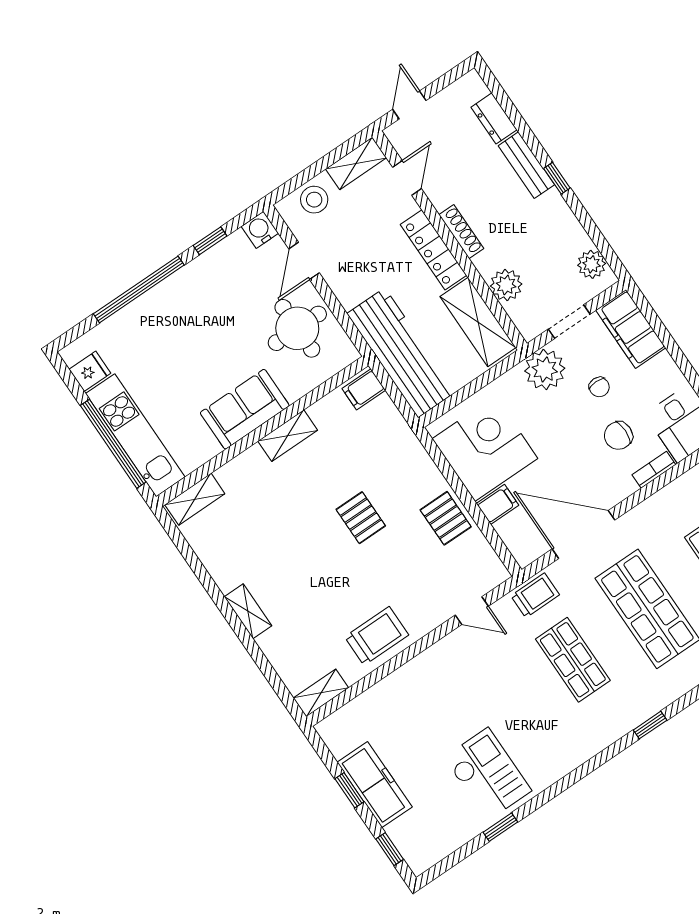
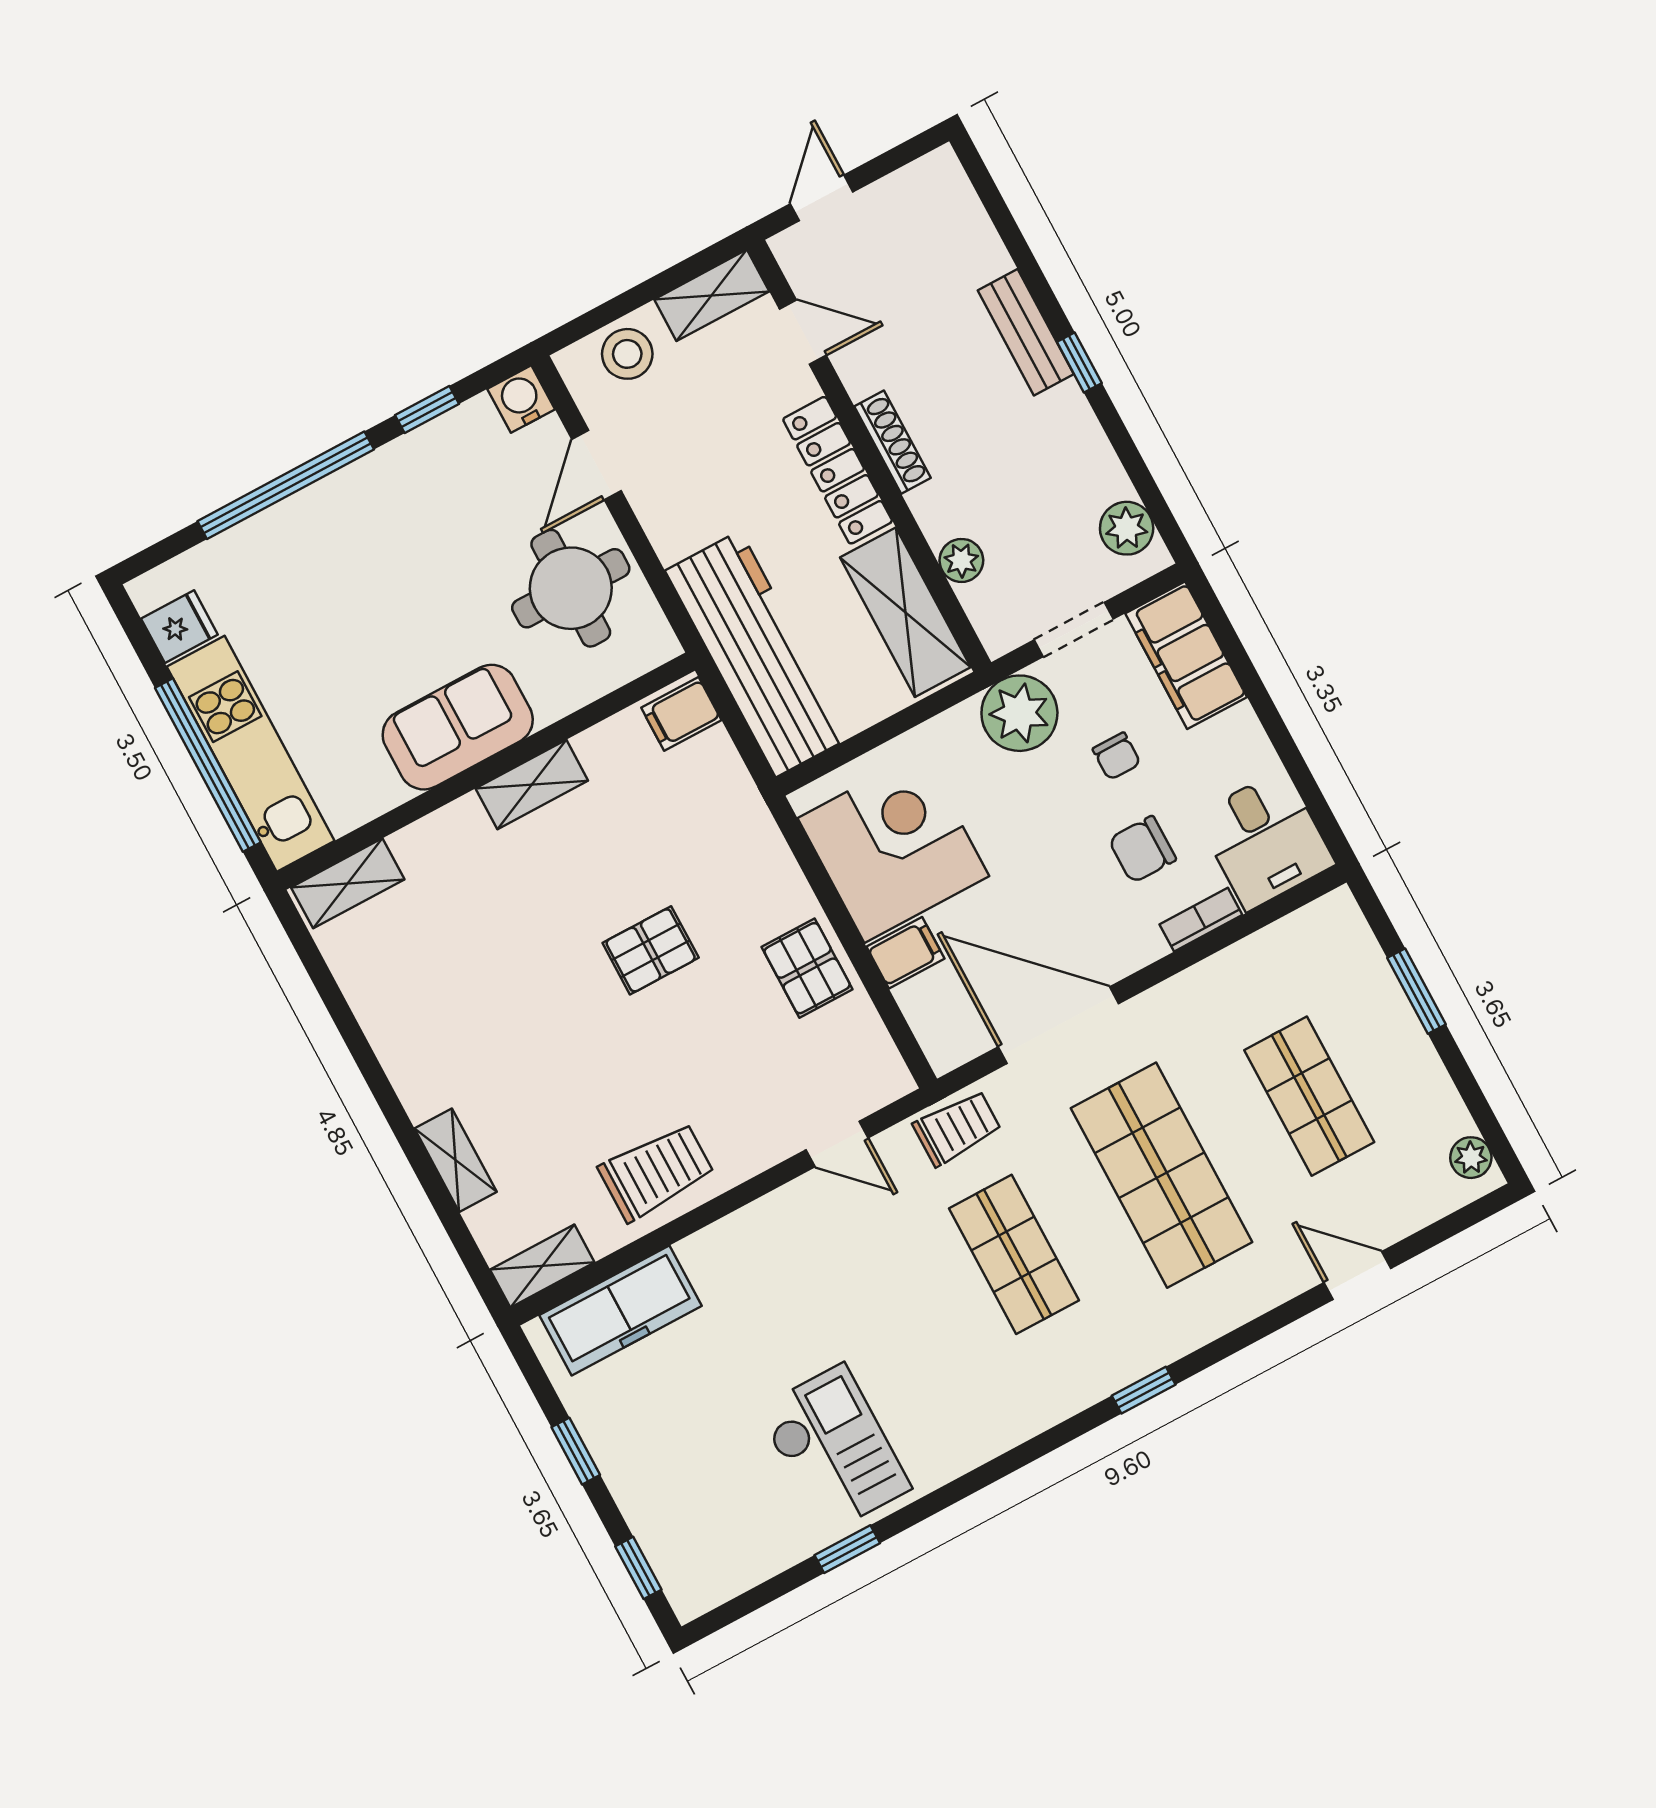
dresser: (494, 118) -> (975, 240), removed
door: (407, 178) -> (803, 332), hinge flipped
plant: (506, 285) -> (961, 560), width x0.73, depth x0.73
pallet: (361, 518) -> (651, 950), turned 90
shelving: (248, 611) -> (456, 1160), moved
freezer: (375, 785) -> (621, 1310), moved, turned 90

